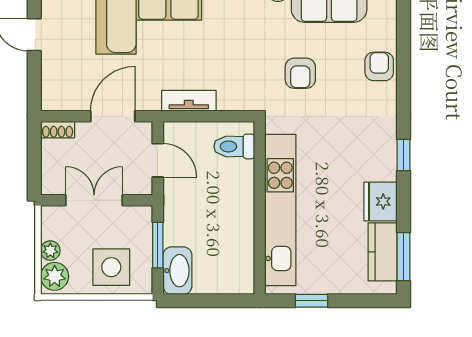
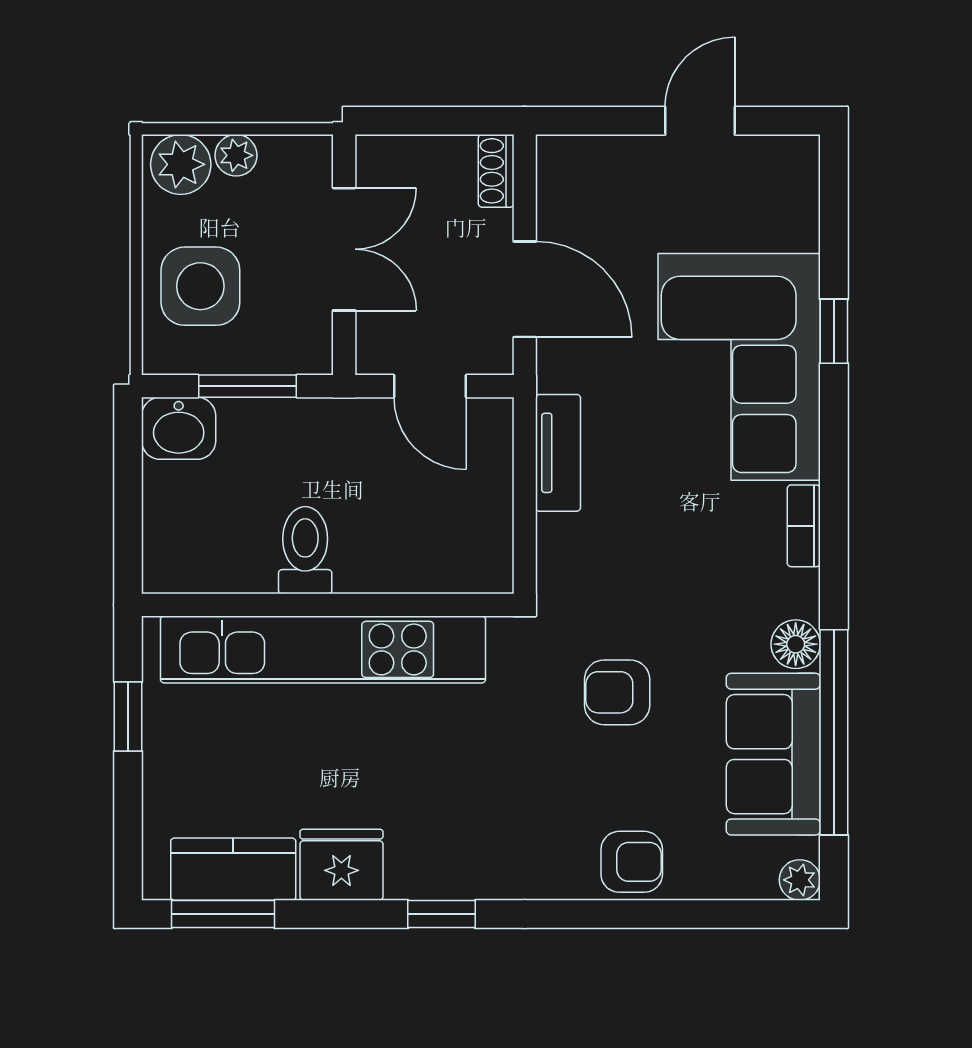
toilet: (234, 146) -> (305, 550), moved
door: (158, 160) -> (430, 386), hinge flipped
washbasin: (177, 271) -> (179, 428), width x0.72

